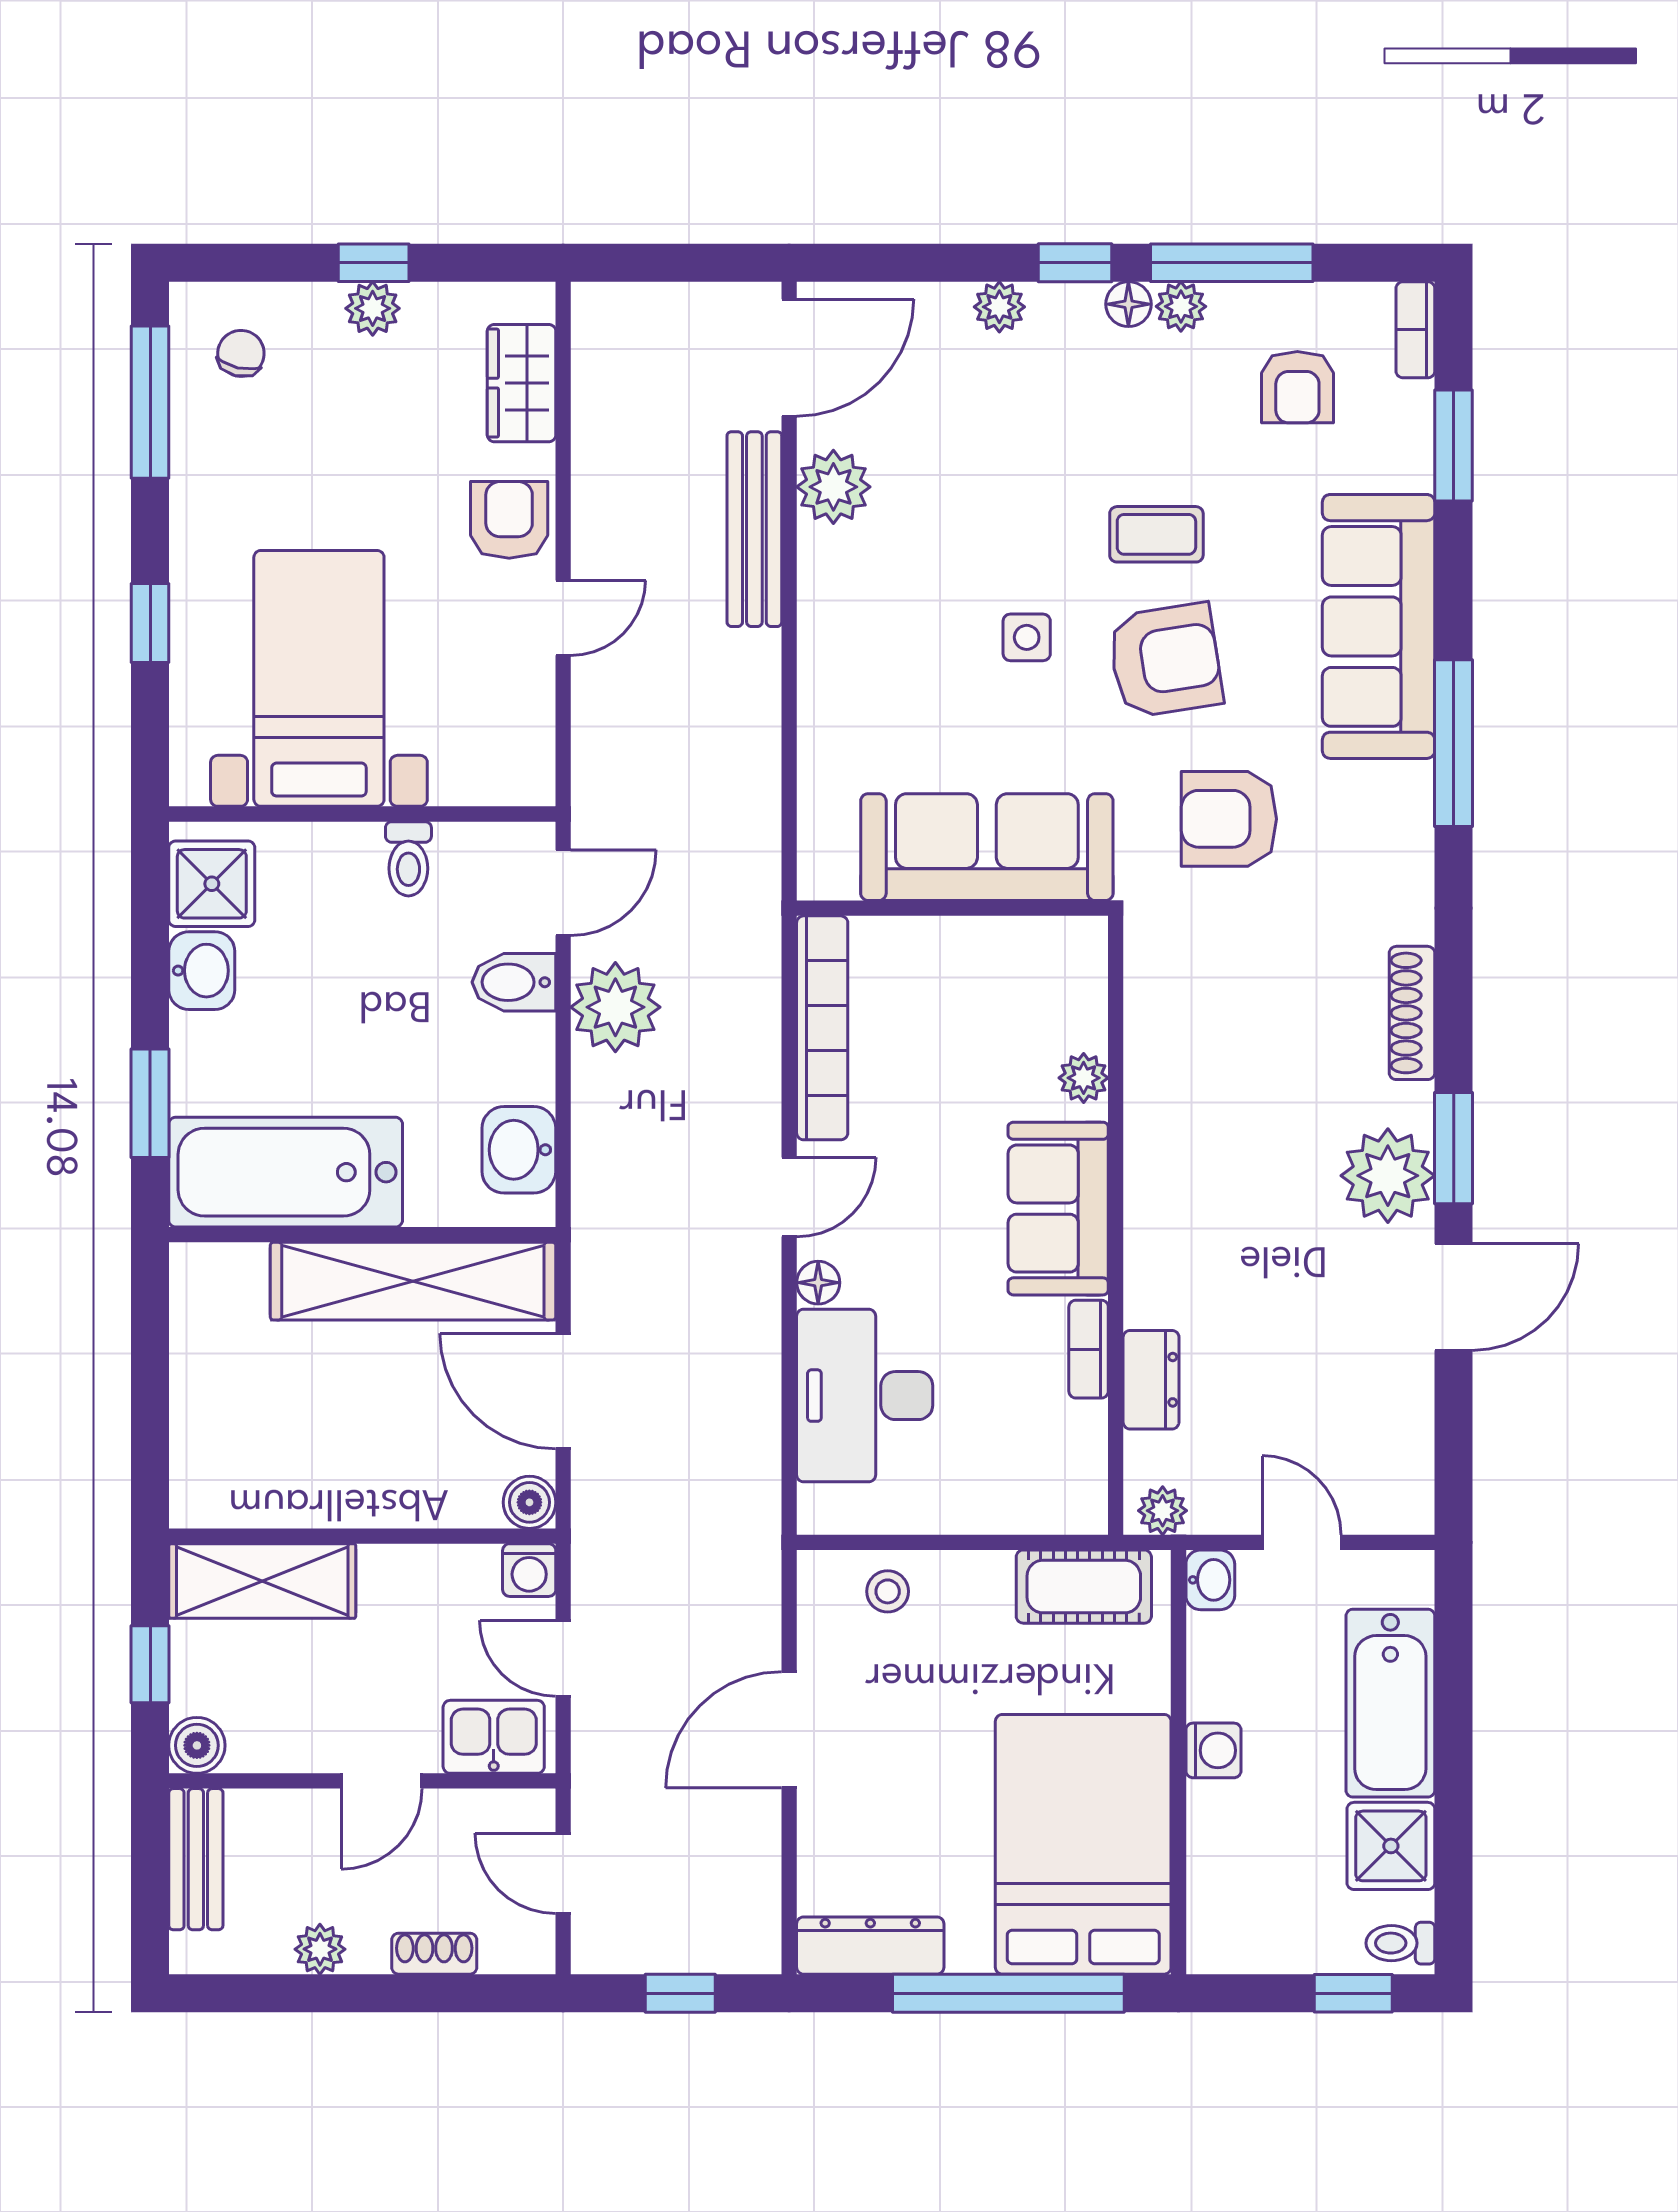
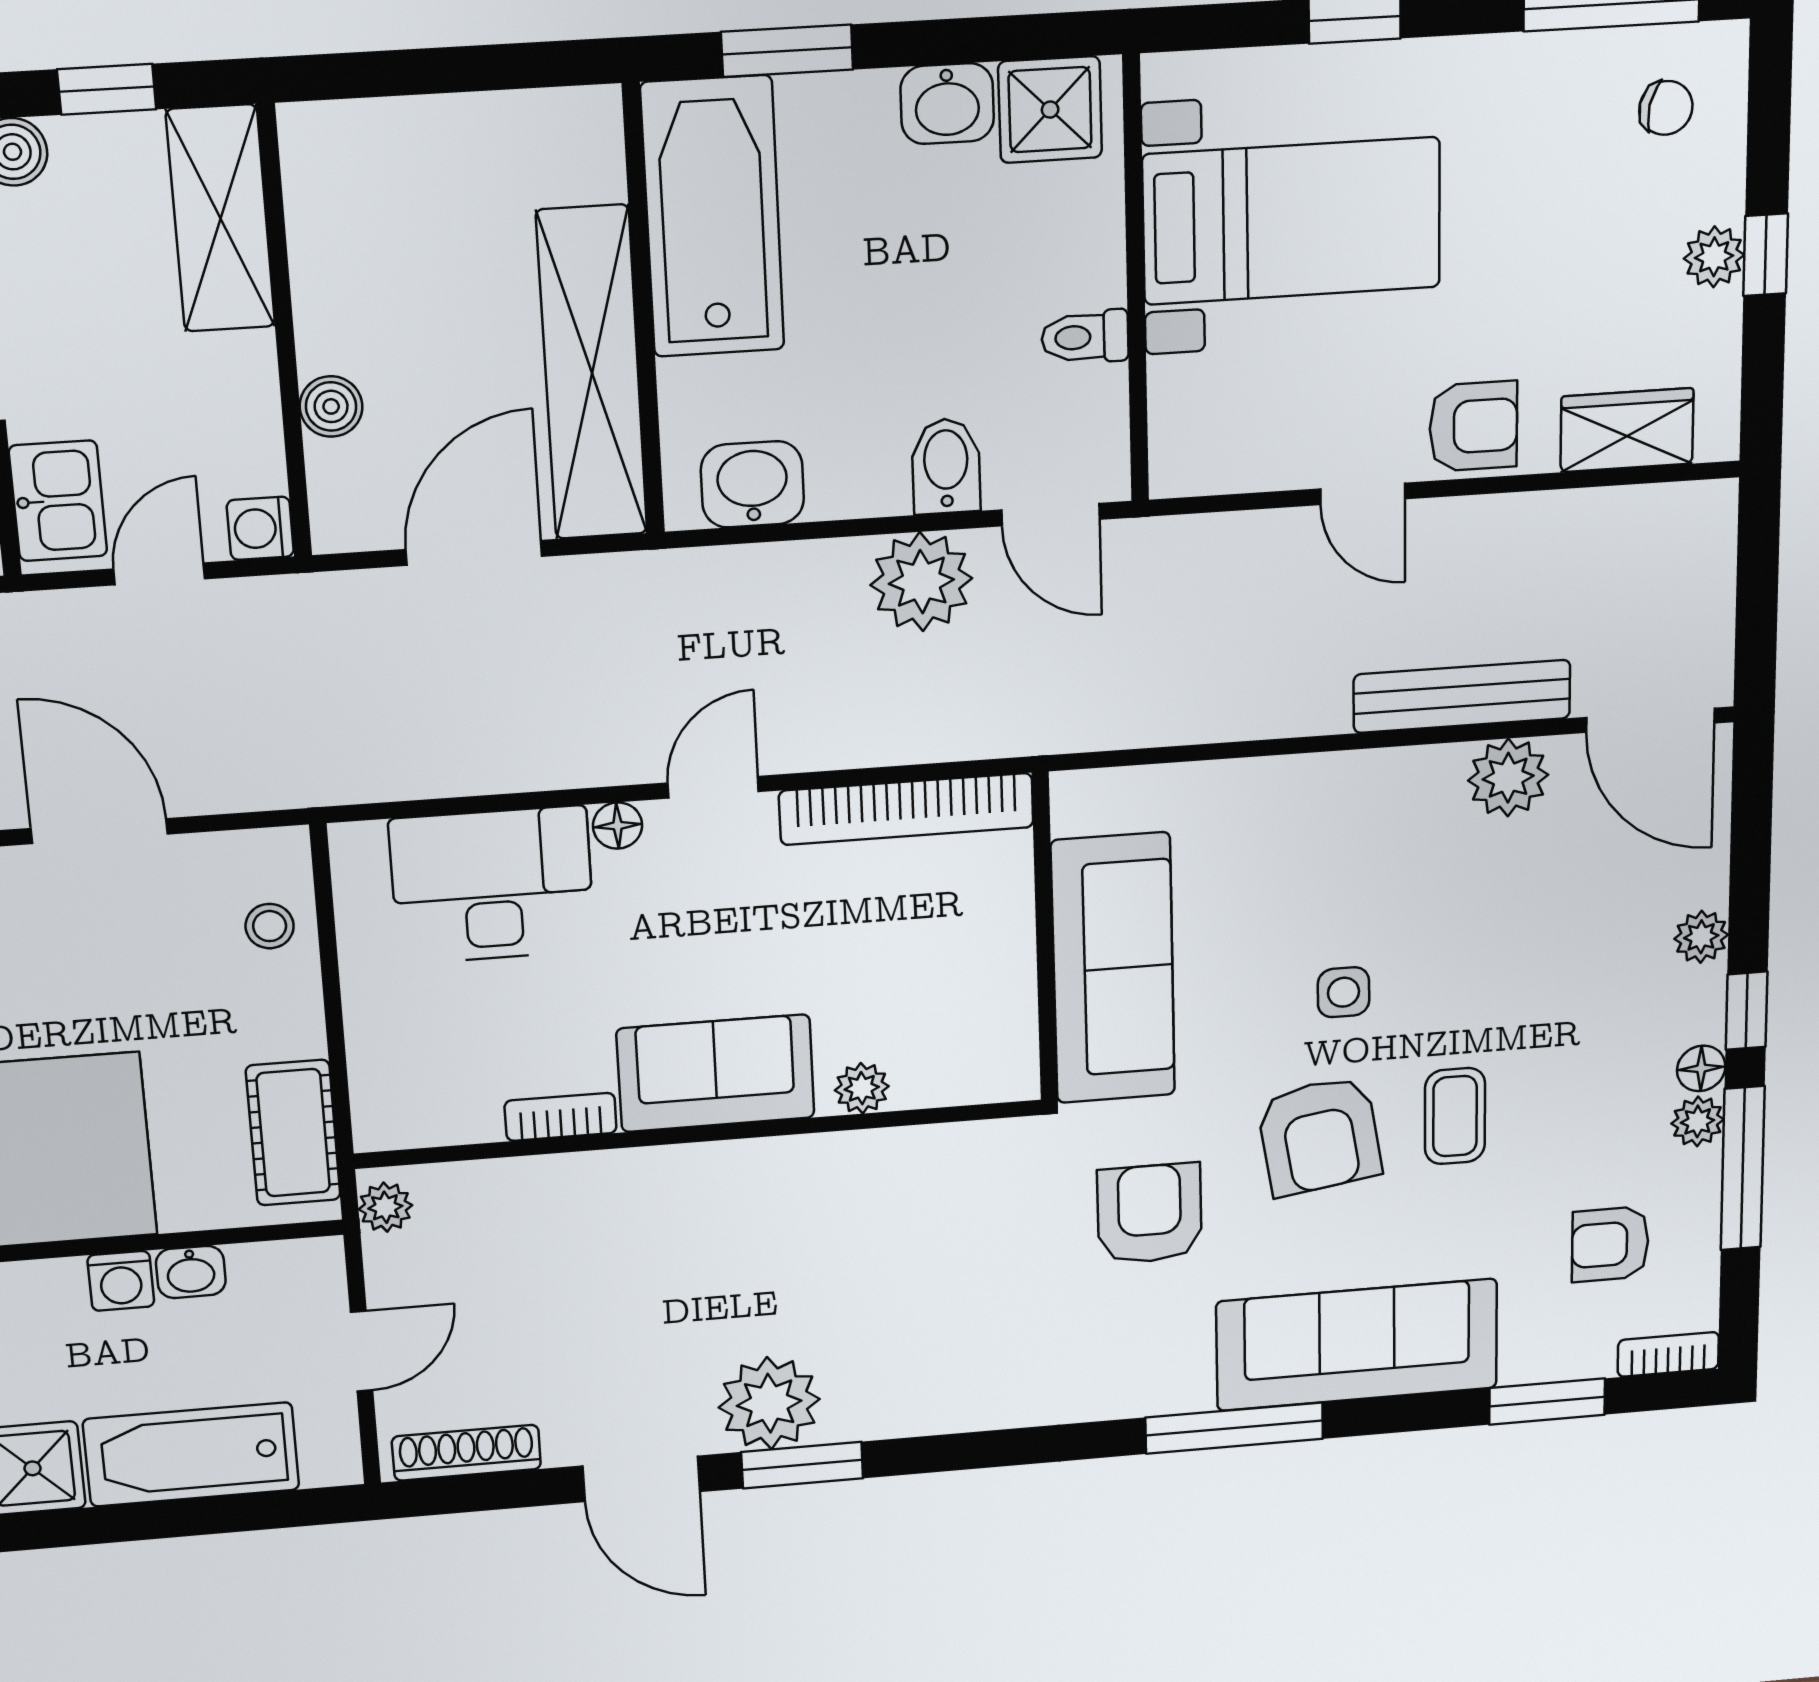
shoe rack: (1412, 1013) -> (466, 1453), moved
door: (789, 1197) -> (713, 787), swing flipped
dresser: (1151, 1380) -> (531, 1184), removed
boiler: (529, 1502) -> (331, 406), moved
washbasin: (1210, 1580) -> (191, 1272), moved

